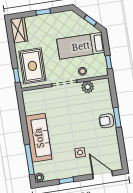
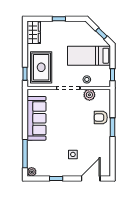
armchair: (106, 121) -> (101, 117), moved
sofa: (39, 138) -> (37, 118), moved
door: (103, 175) -> (91, 178), hinge flipped

